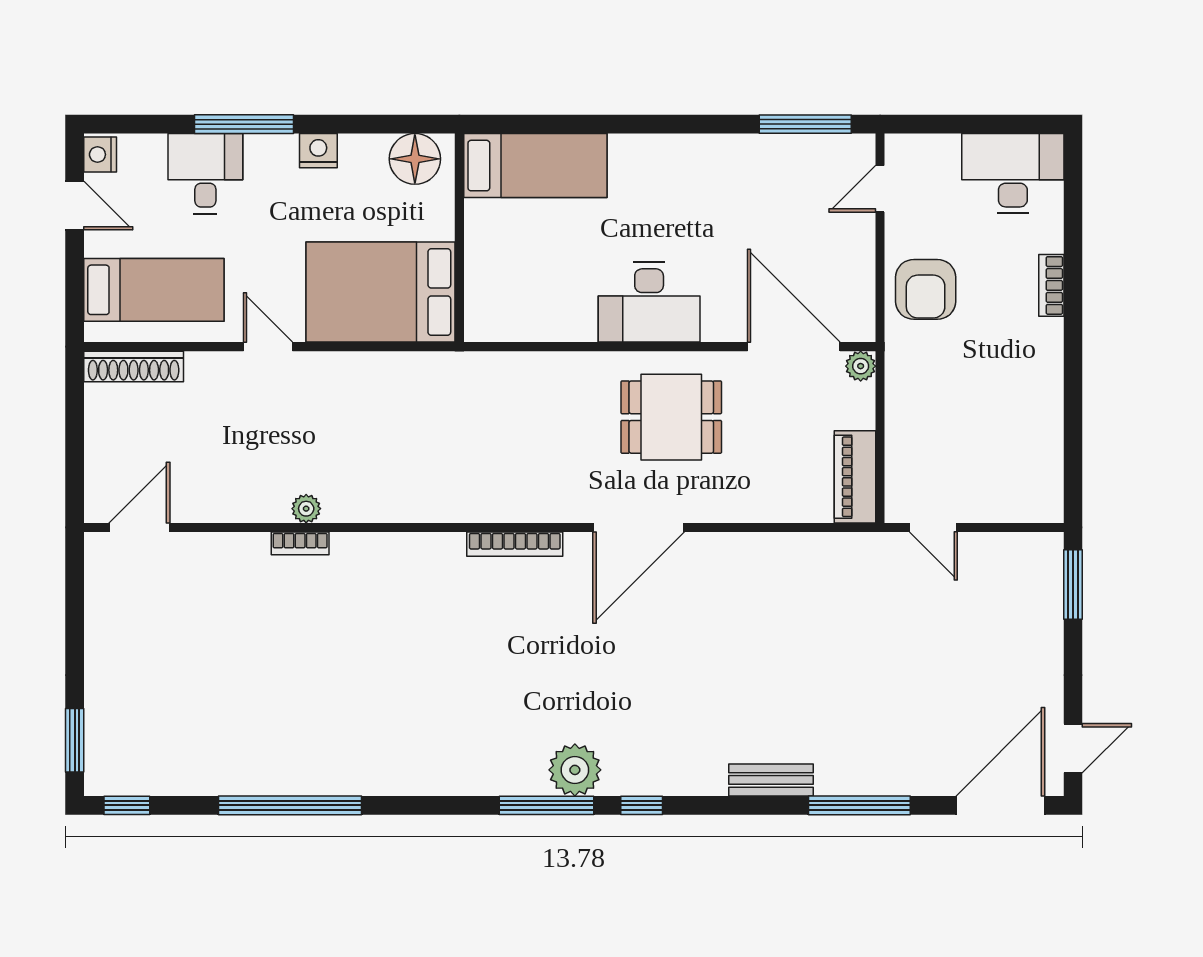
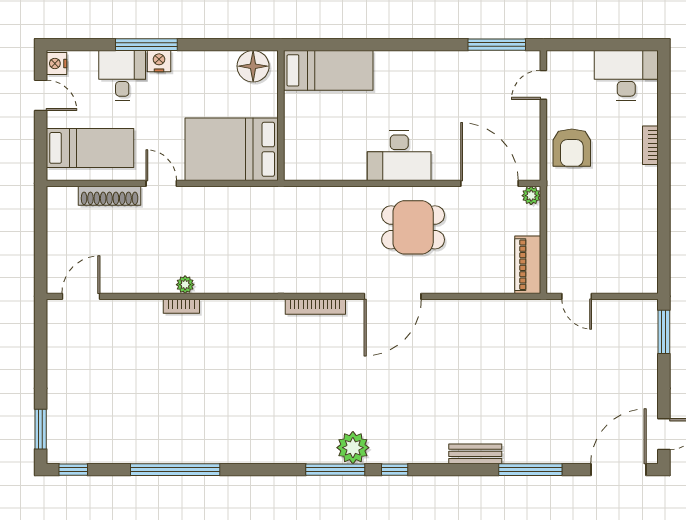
nightstand: (318, 151) -> (159, 61), moved
shoe rack: (134, 366) -> (110, 196), moved

